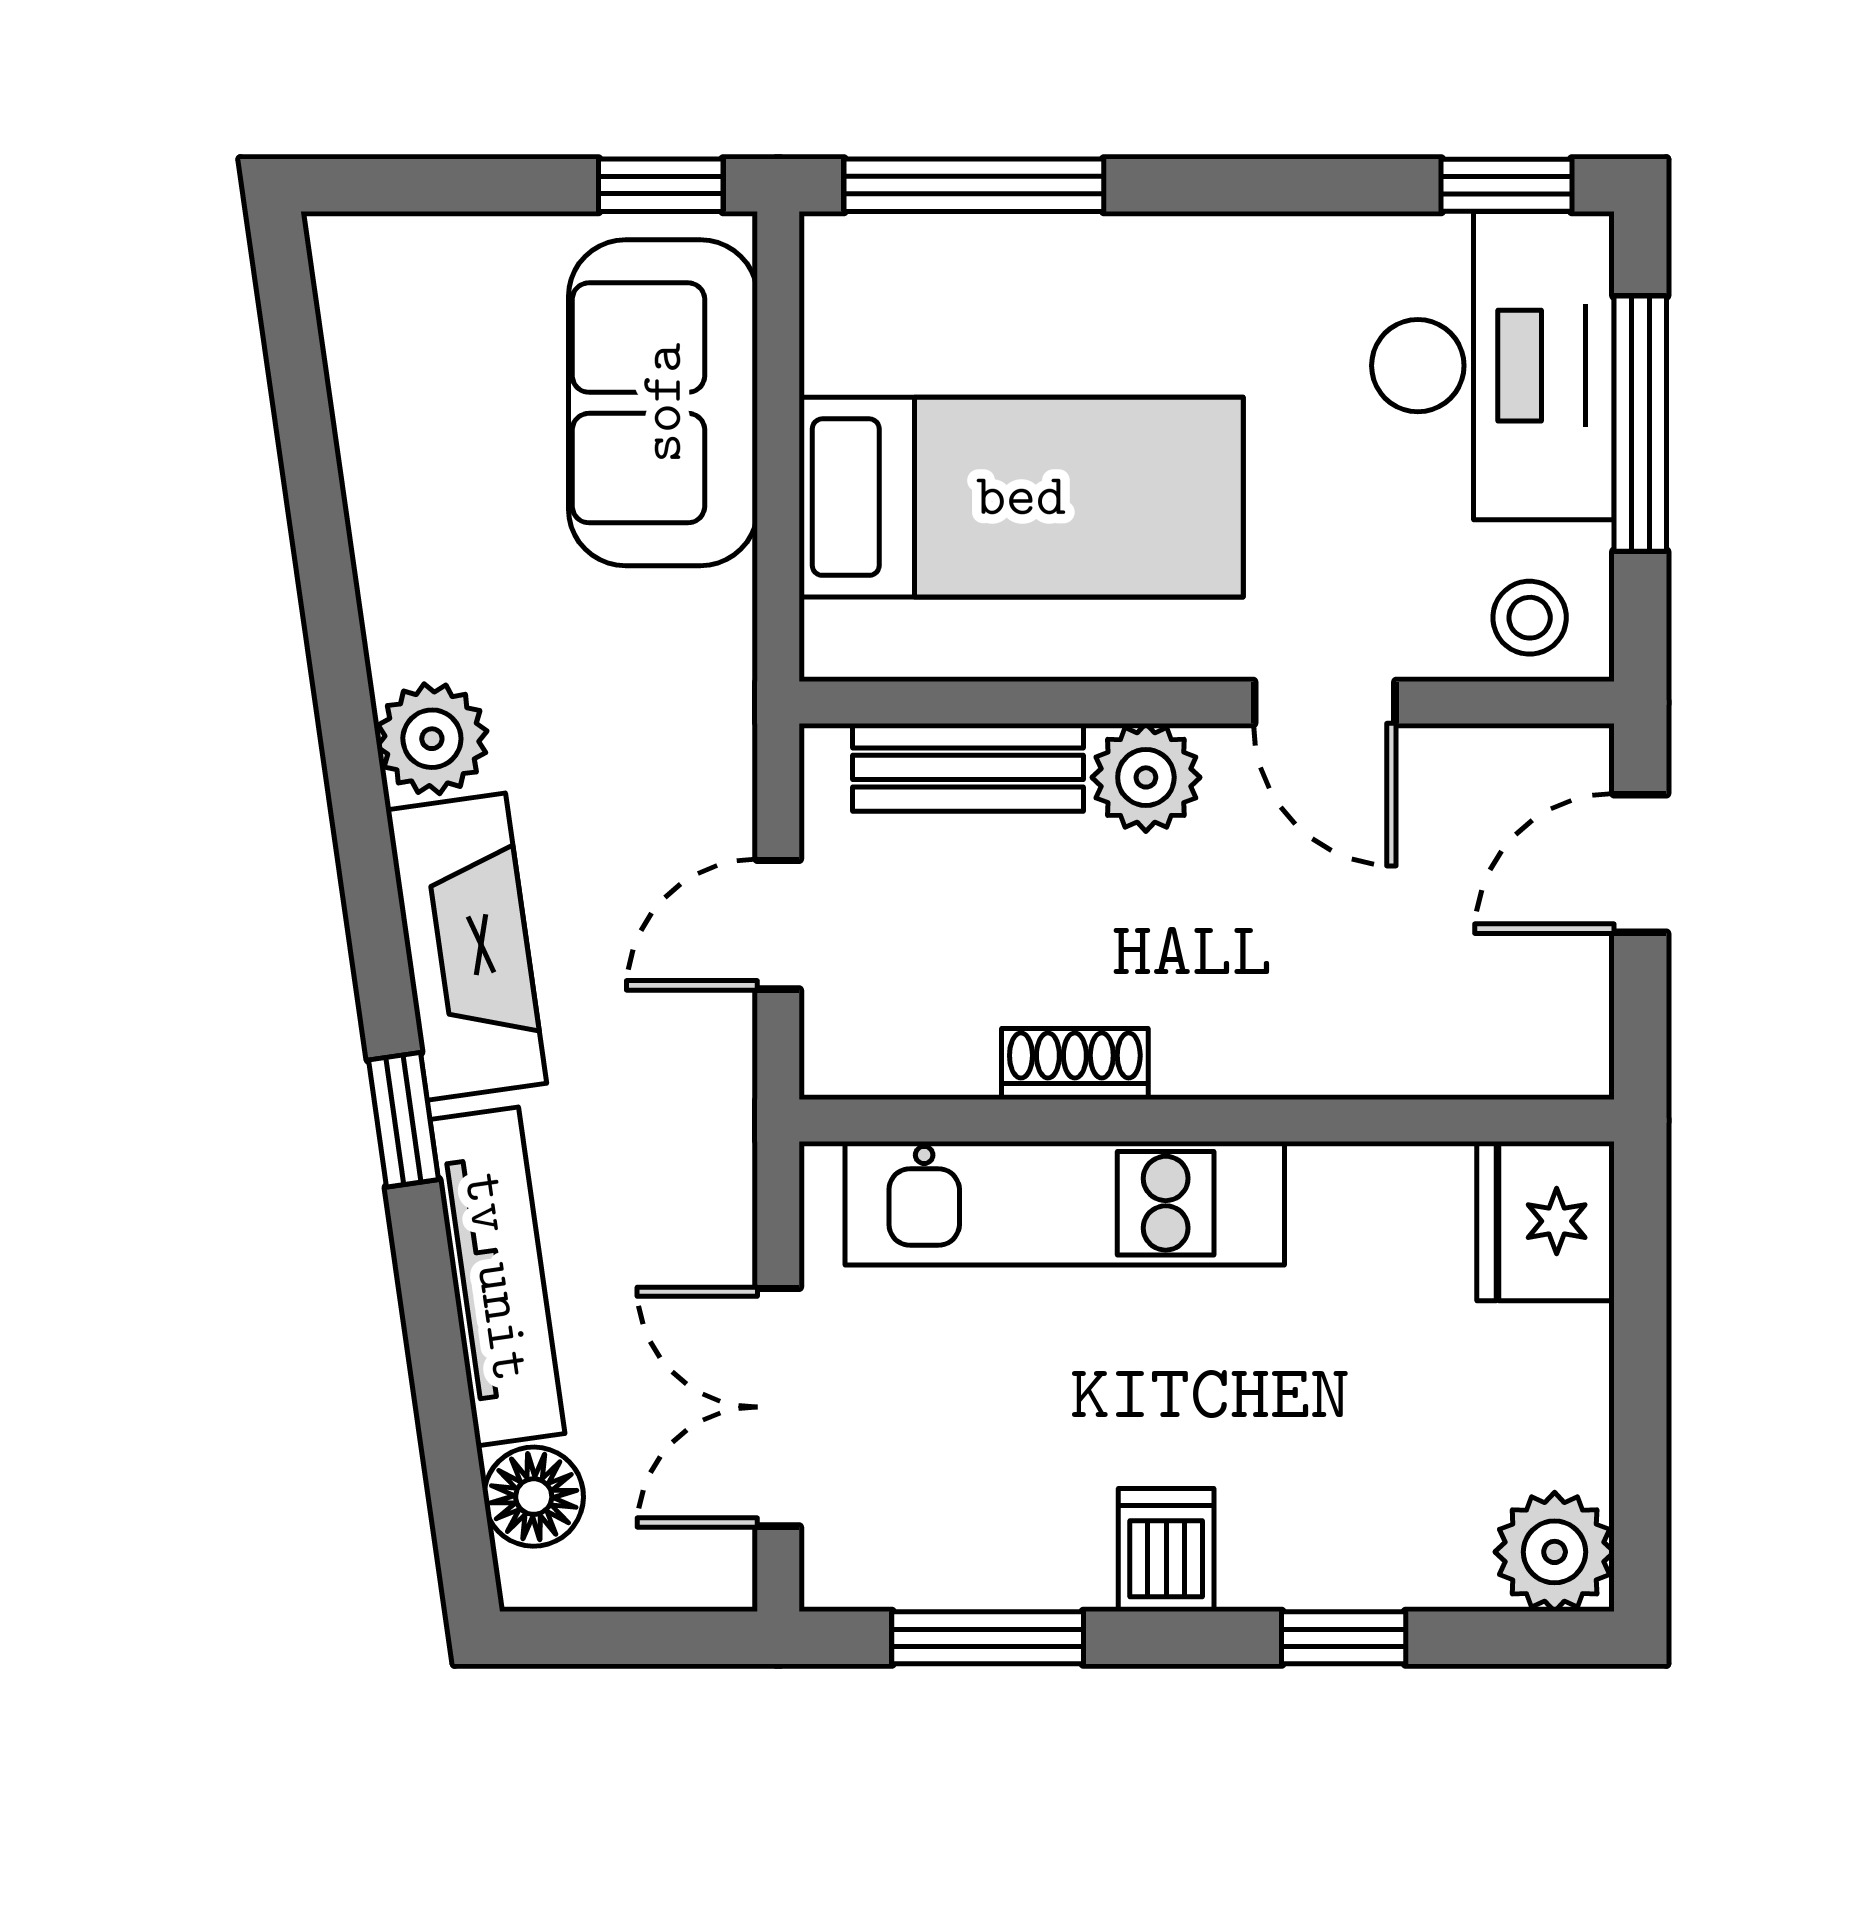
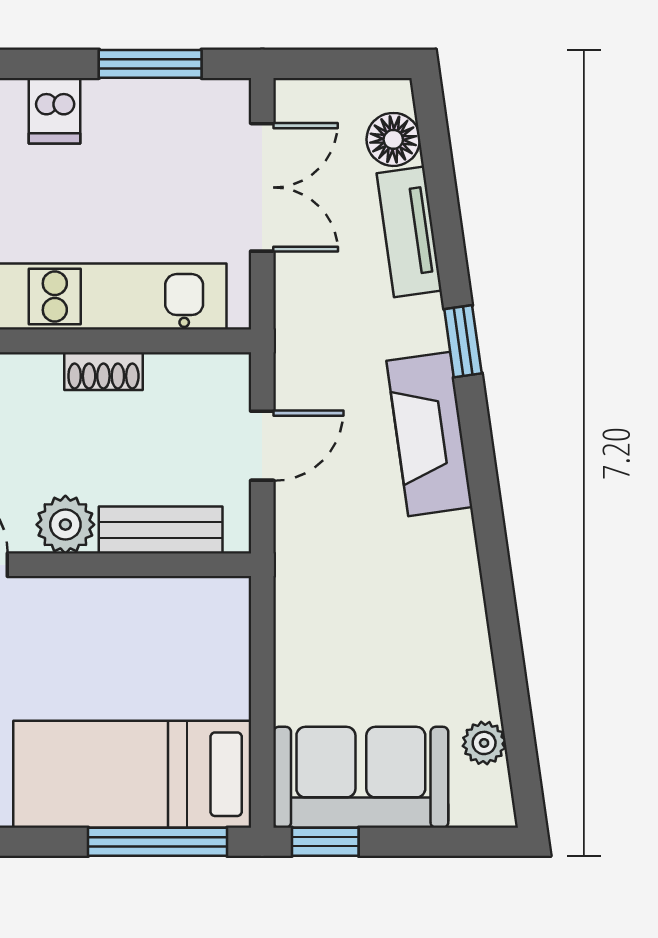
sofa: (663, 403) -> (361, 777), moved, turned -90
bed: (1021, 497) -> (132, 774), moved
plant: (432, 739) -> (484, 743), moved, width x0.73, depth x0.73
tv unit: (497, 1277) -> (409, 232), width x0.71

